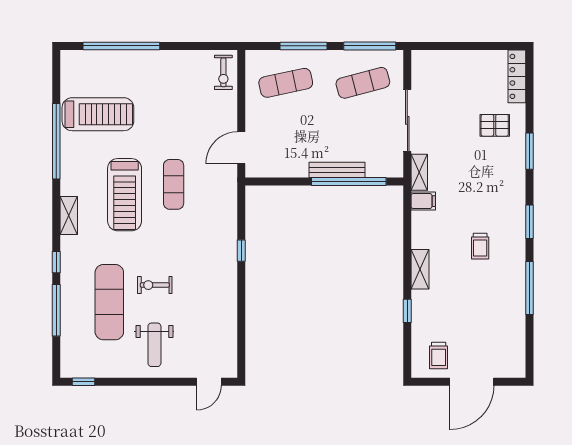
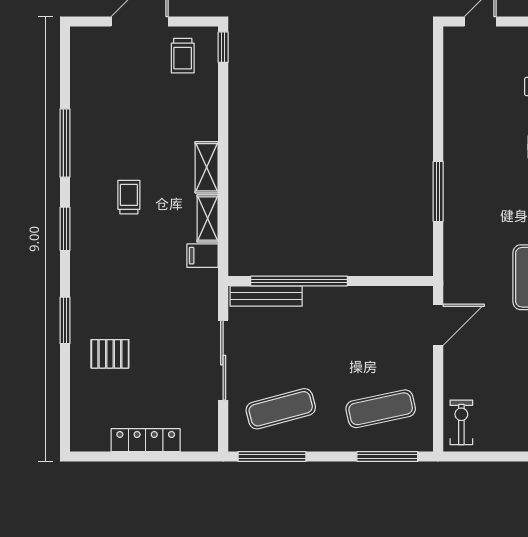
window: (304, 46) -> (387, 457), moved
locker: (517, 76) -> (146, 440), moved, turned -90
bench: (337, 170) -> (266, 296), moved
shelving: (419, 172) -> (208, 218), moved
window: (241, 251) -> (438, 191), width x2.17
window: (407, 311) -> (223, 47), moved
trolley: (439, 355) -> (183, 56), turned 180

